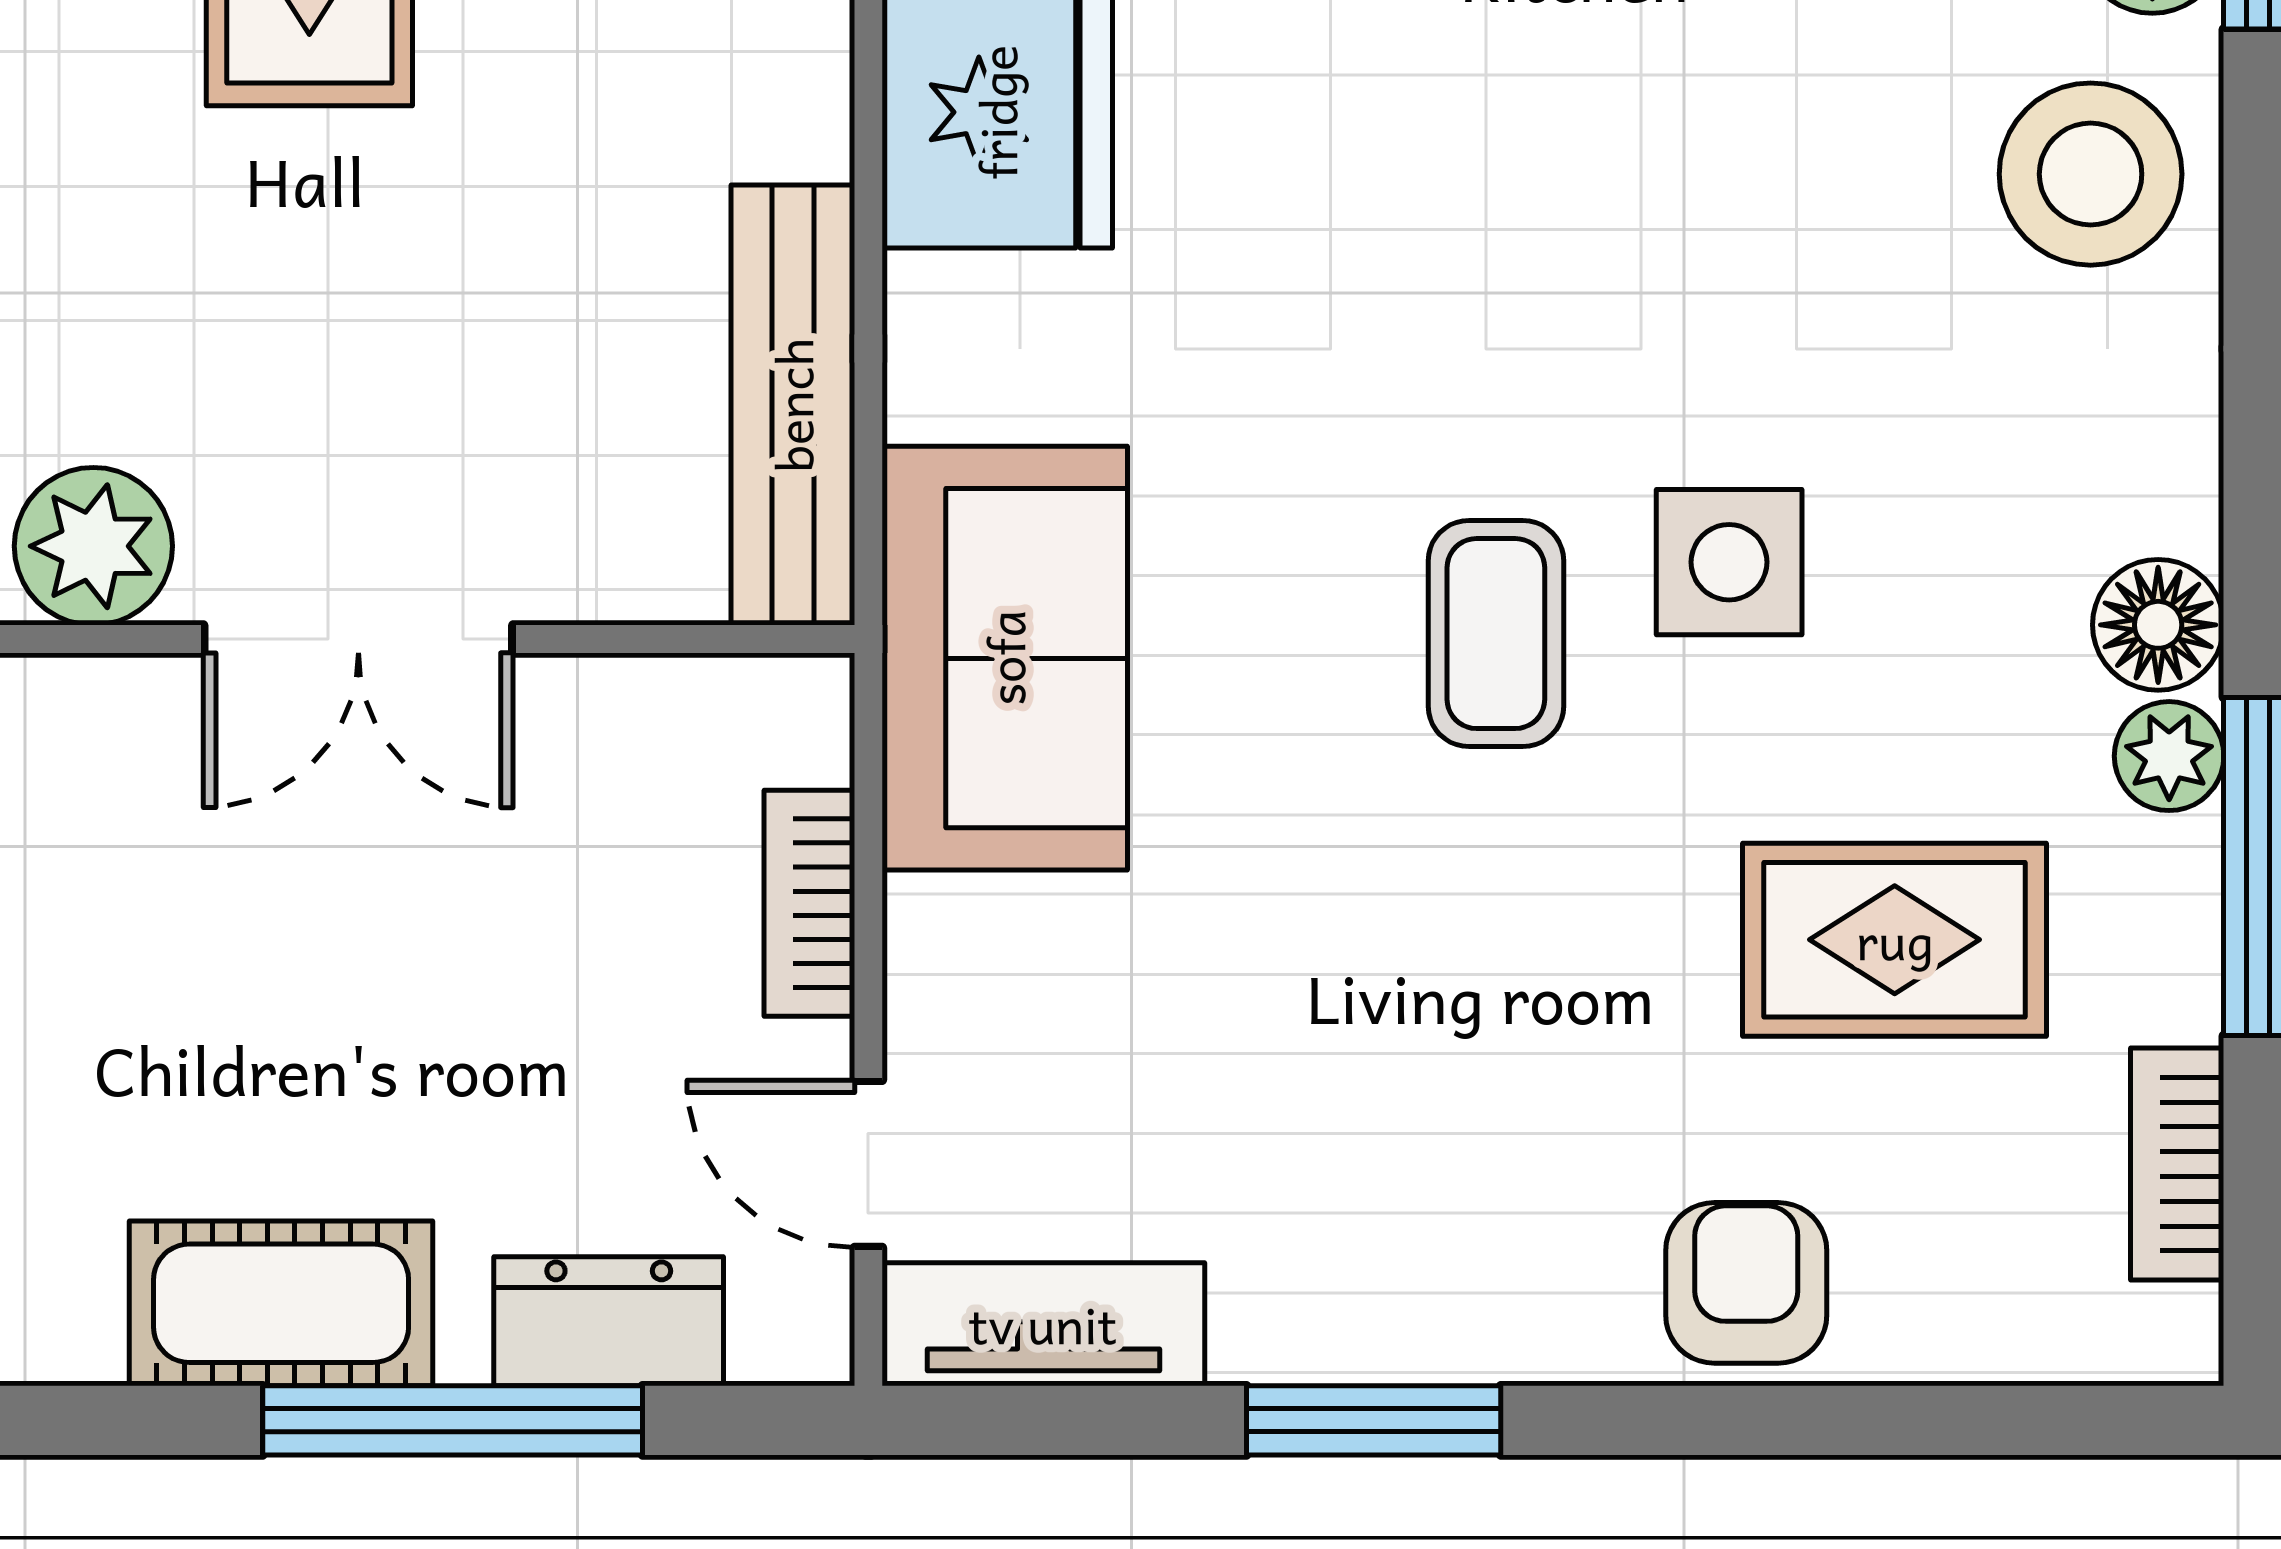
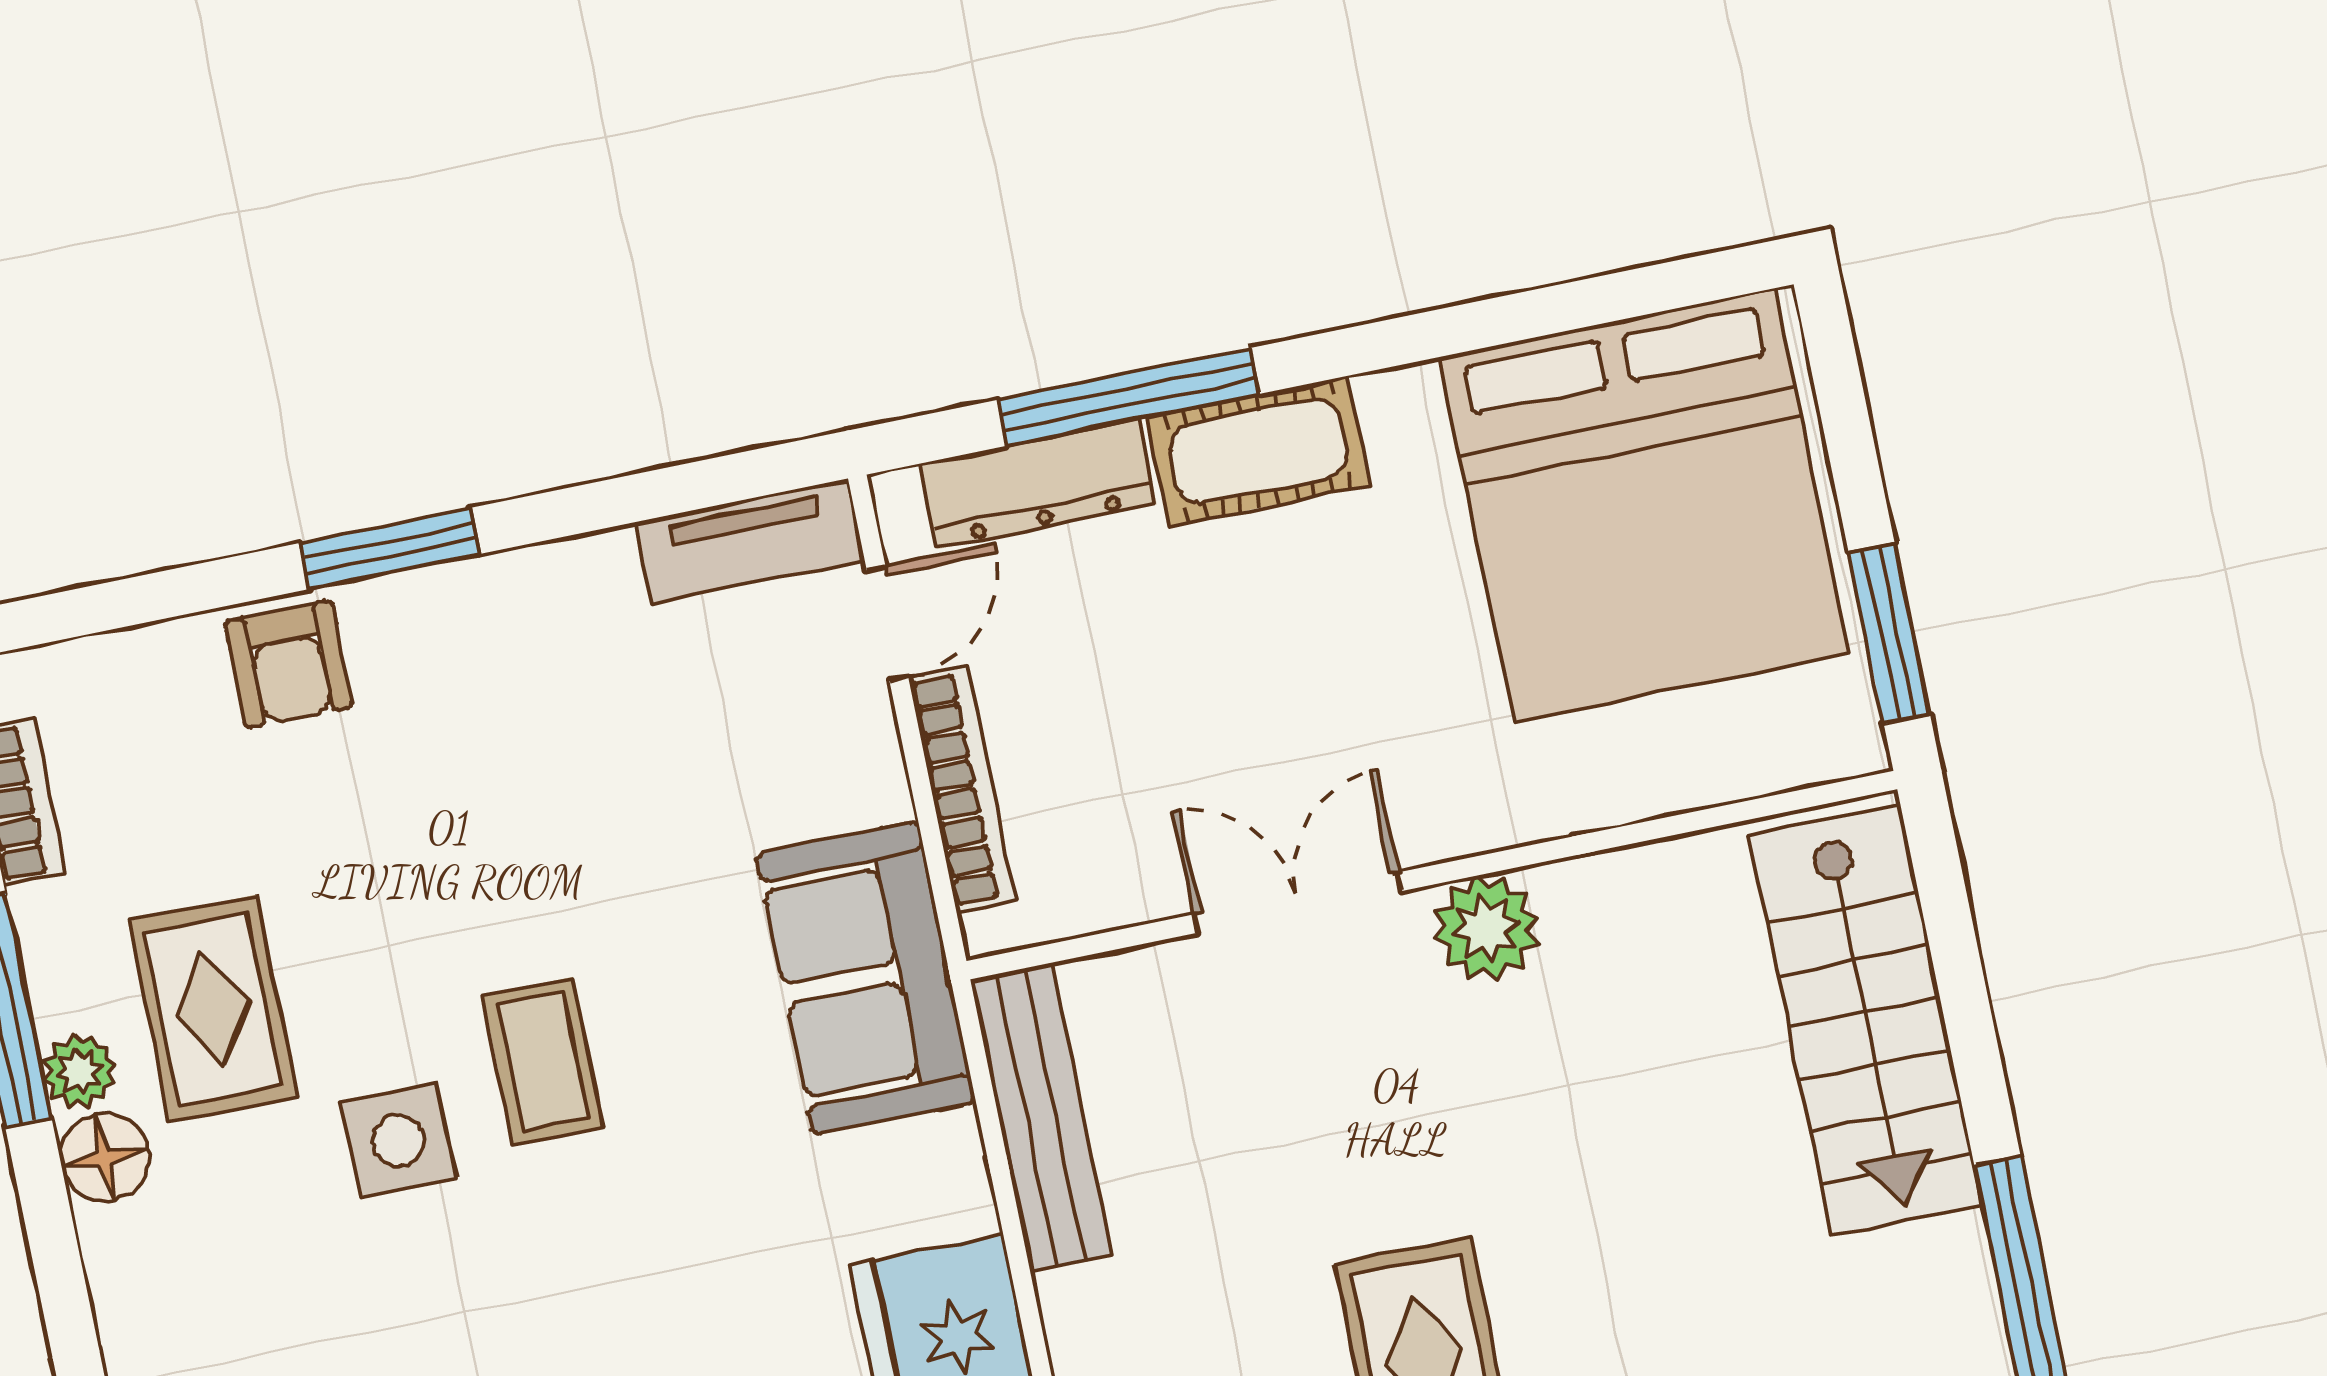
bookcase: (809, 903) -> (962, 789), width x1.56
rug: (1895, 940) -> (213, 1009), moved, turned 90
door: (868, 1164) -> (888, 624), hinge flipped
dresser: (609, 1321) -> (1038, 484), width x1.44
window: (1374, 1420) -> (390, 549), moved

